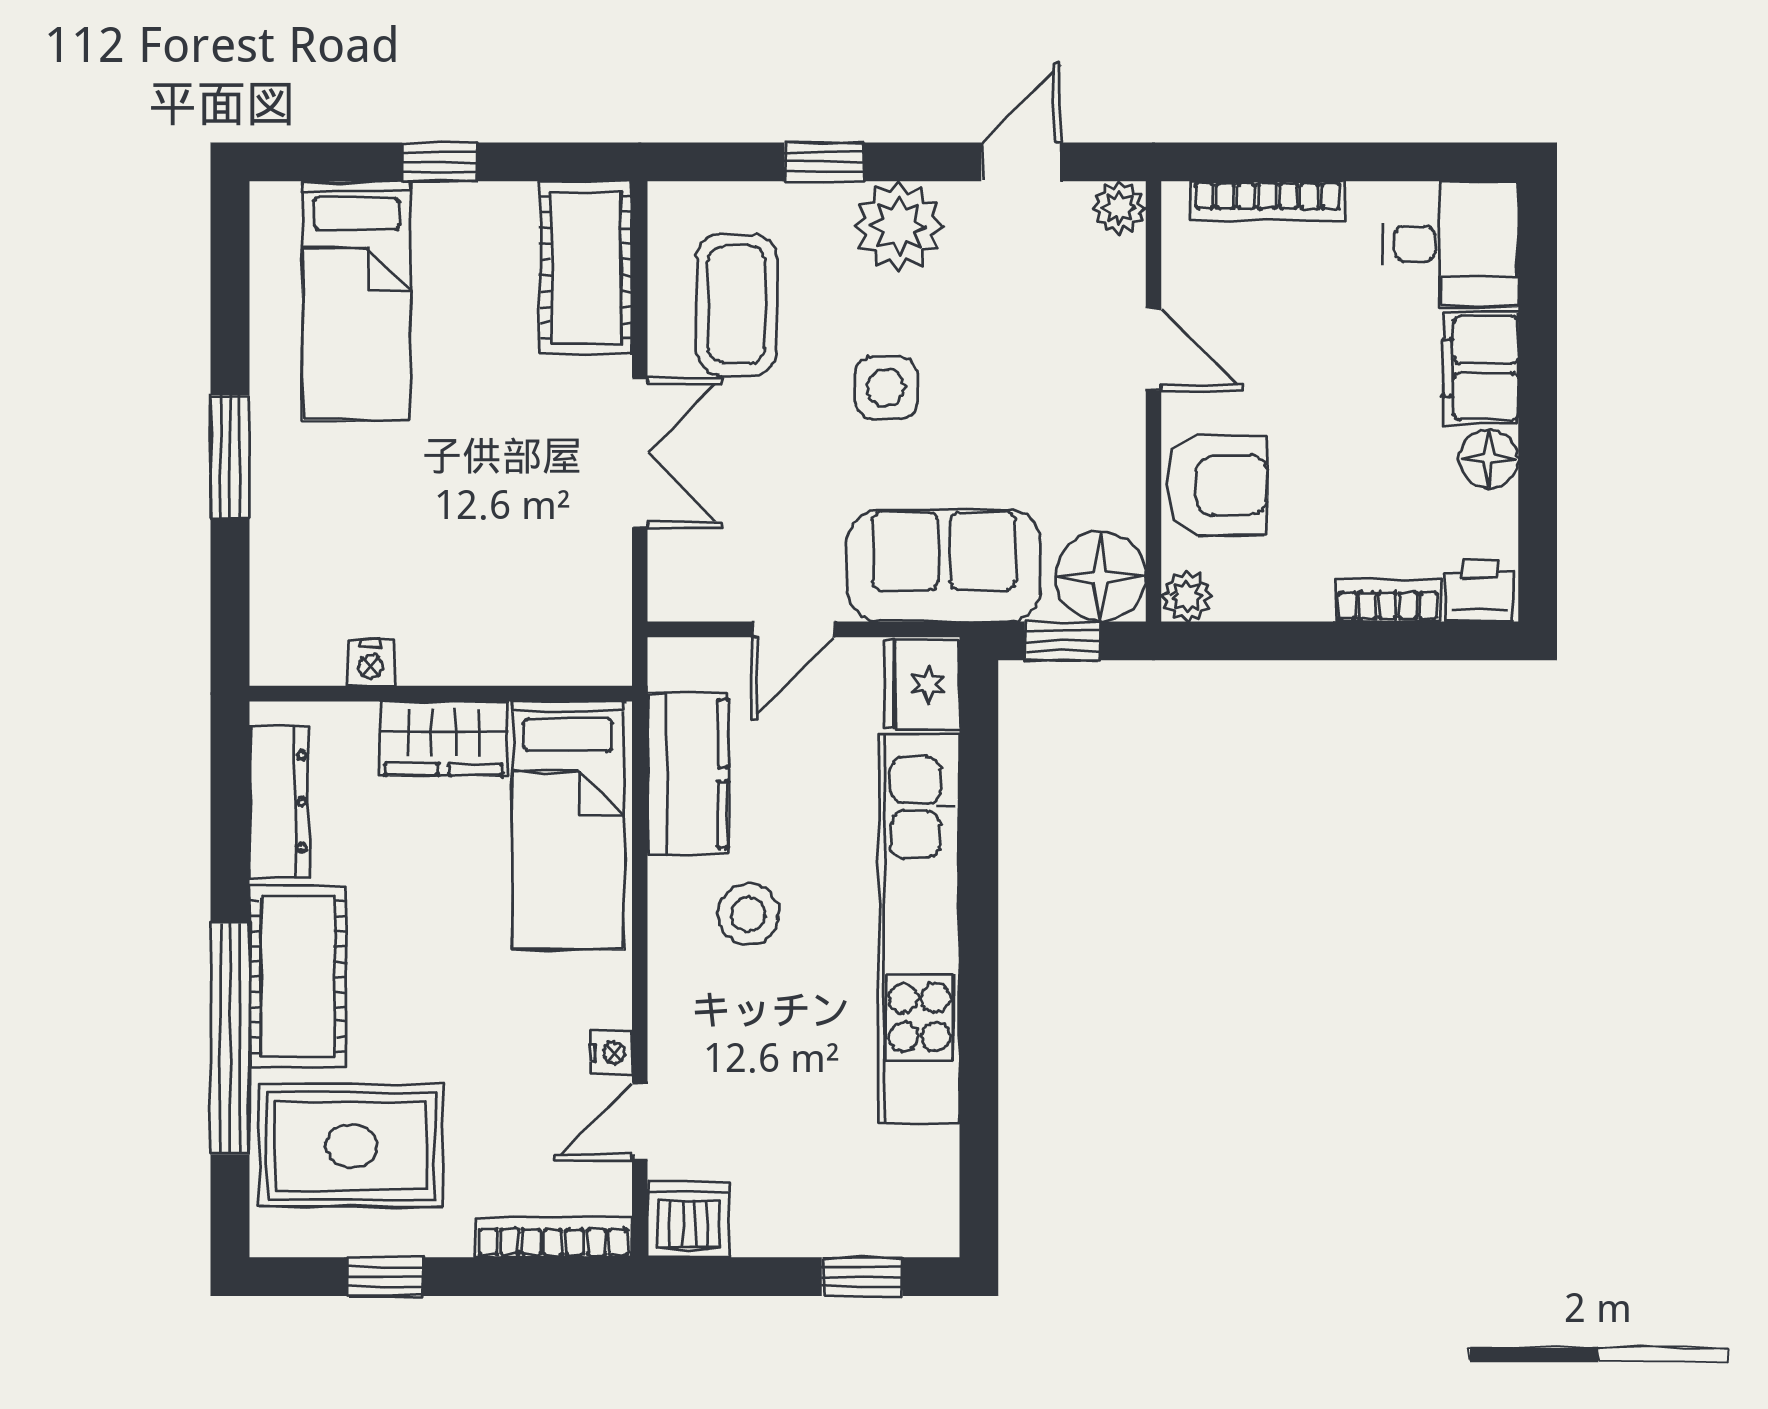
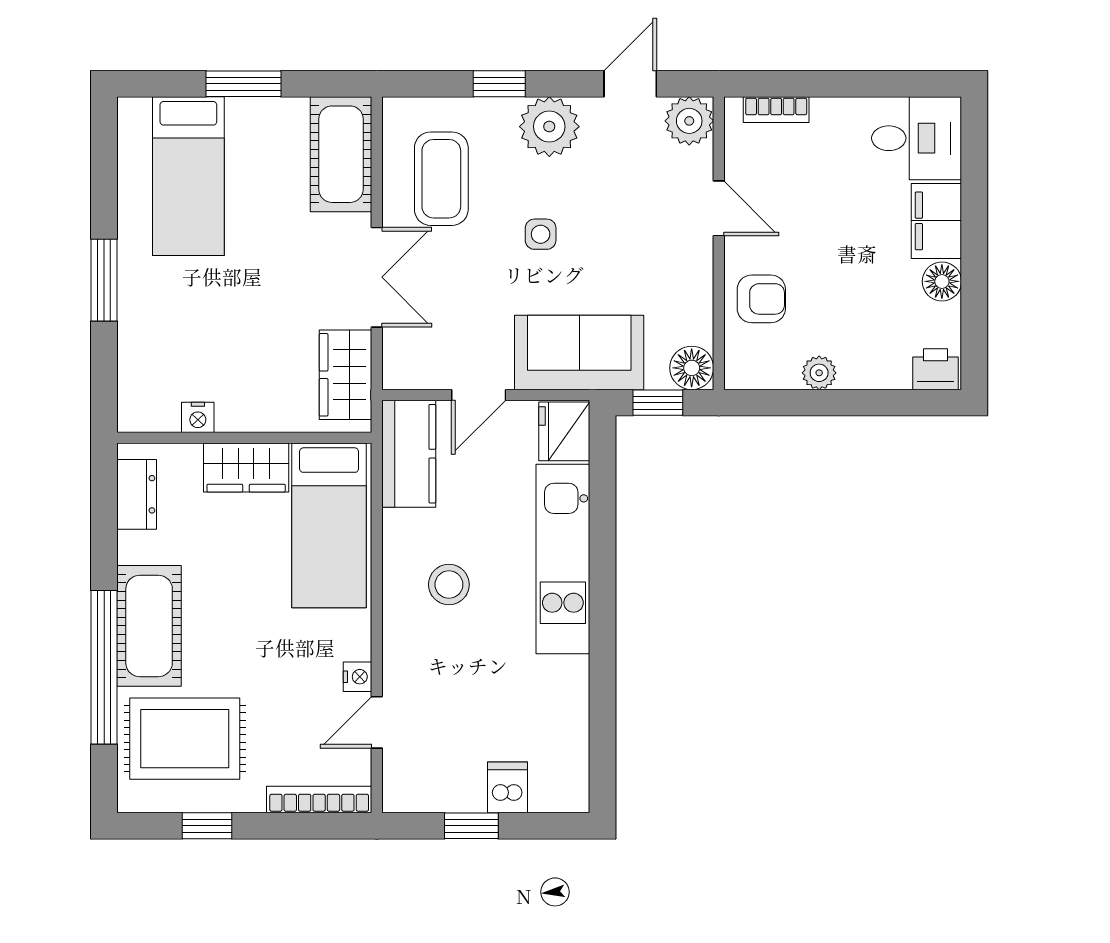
window: (440, 162) -> (244, 84), width x1.50
bookcase: (1267, 201) -> (776, 110), width x0.64
plant: (1119, 208) -> (689, 121), width x1.38, depth x1.38
side table: (886, 388) -> (541, 234), width x0.73, depth x0.73
armchair: (1218, 485) -> (761, 299), width x0.72, depth x0.72
floor lamp: (1101, 576) -> (692, 368), width x0.73, depth x0.73
plant: (1187, 596) -> (819, 373), moved
wardrobe: (593, 599) -> (346, 375), added
bookcase: (1388, 601) -> (874, 376), removed
kitchen counter: (688, 774) -> (409, 454), moved
dresser: (279, 802) -> (137, 494), width x0.70
kitchen unit: (919, 928) -> (563, 559), width x0.73
dishwasher: (689, 1219) -> (508, 787), moved, width x0.73
window: (862, 1277) -> (471, 826), moved

